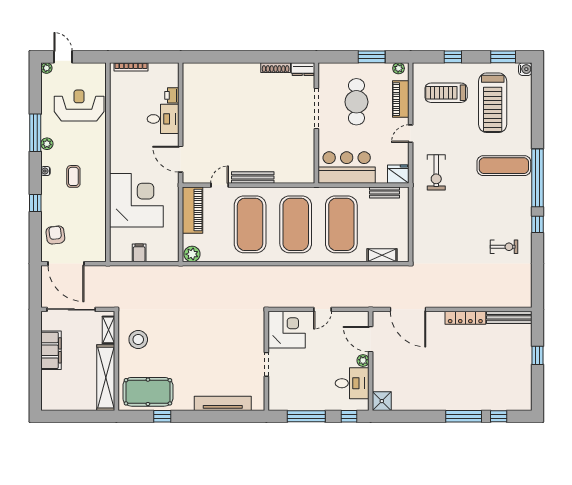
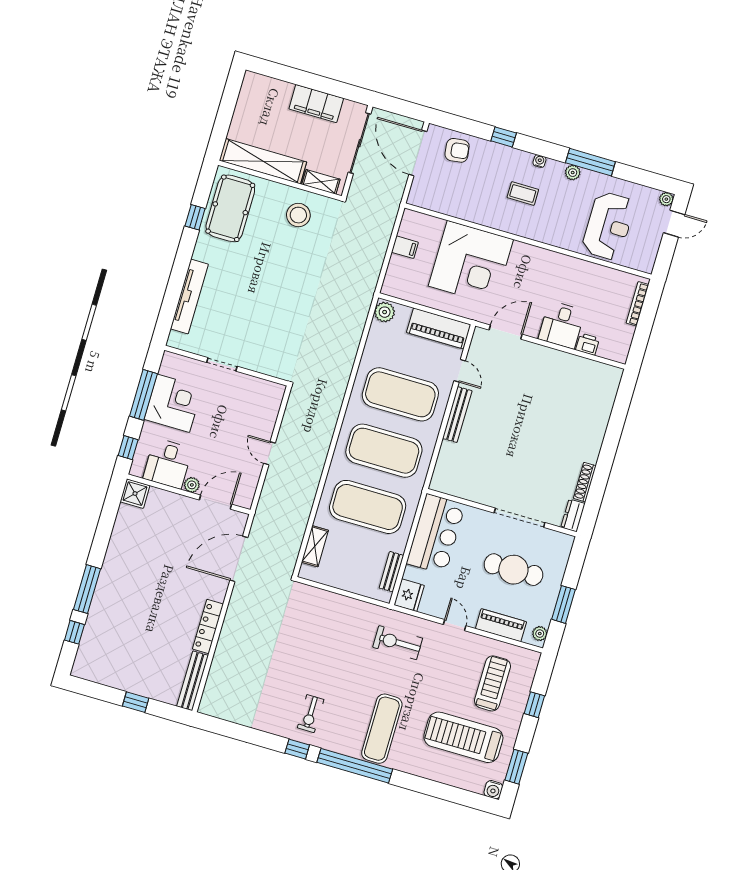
exercise bike: (504, 247) -> (311, 714), moved
door: (66, 264) -> (418, 153), hinge flipped
corner desk: (287, 330) -> (173, 403), moved, turned -90

